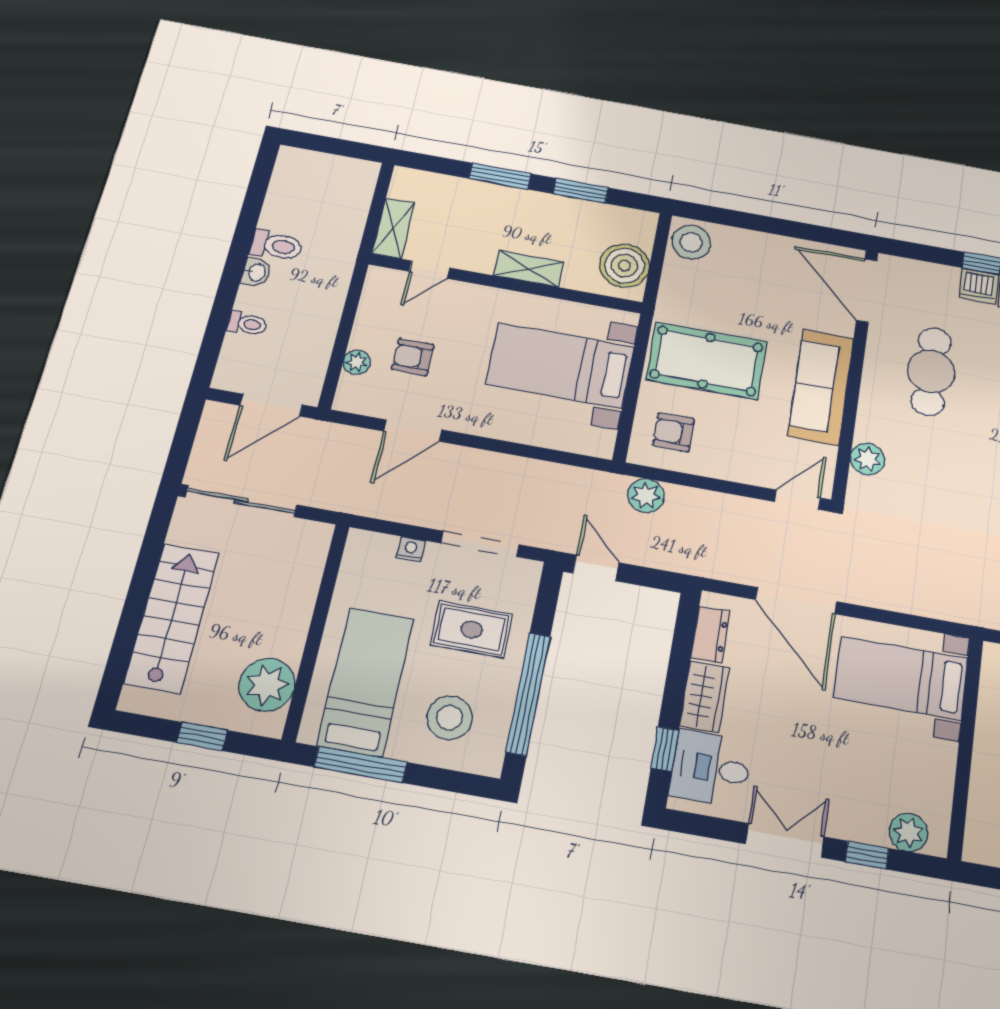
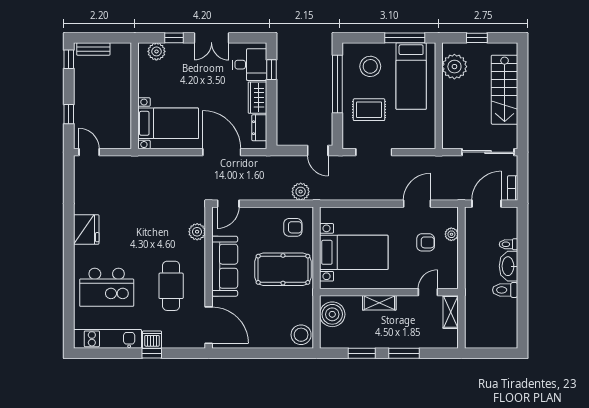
washbasin: (256, 272) -> (508, 266), width x1.91, depth x1.45
bookcase: (209, 424) -> (513, 188), added
nightstand: (411, 549) -> (405, 143), removed

